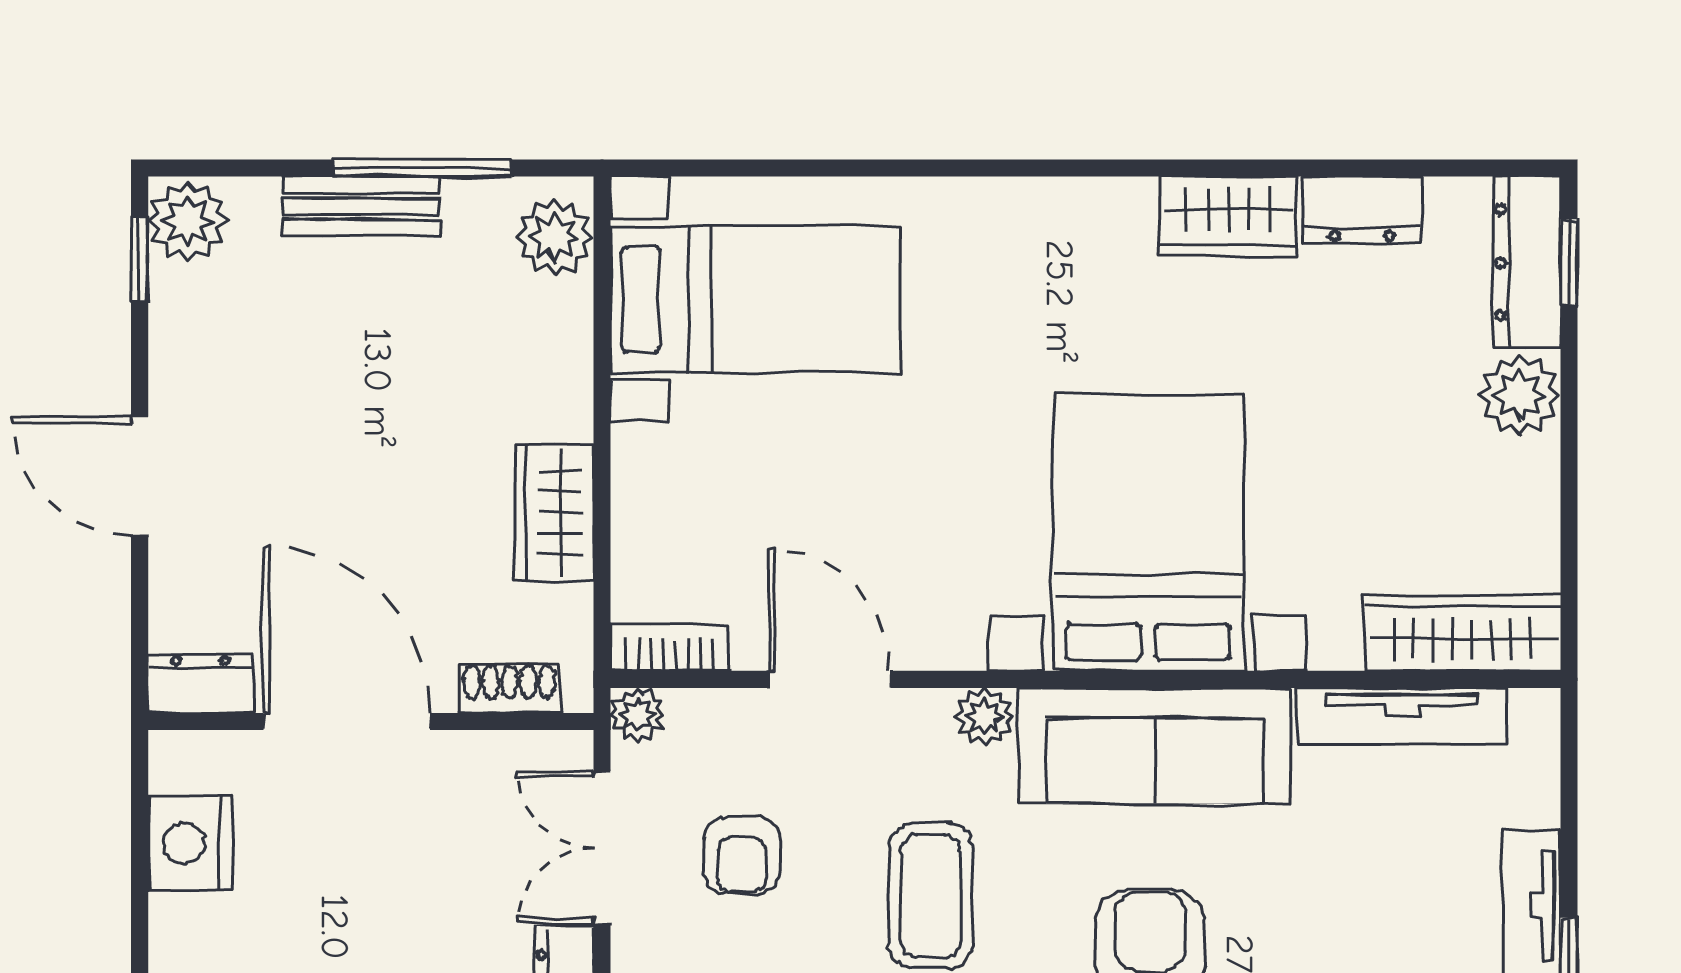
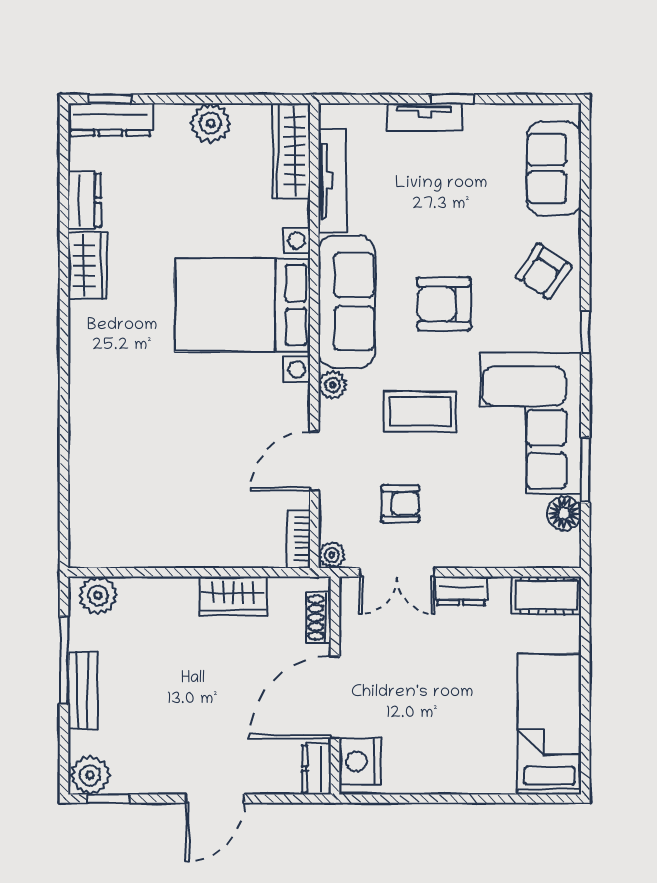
bed with nightstands: (756, 299) -> (128, 497), removed
plant: (1520, 395) -> (210, 123), moved
nightstand: (191, 843) -> (360, 761), moved, turned 90

